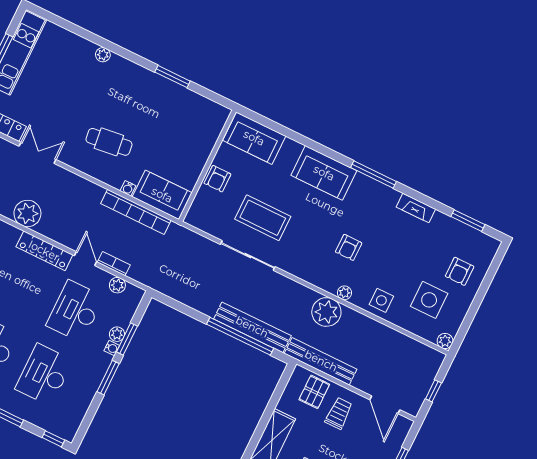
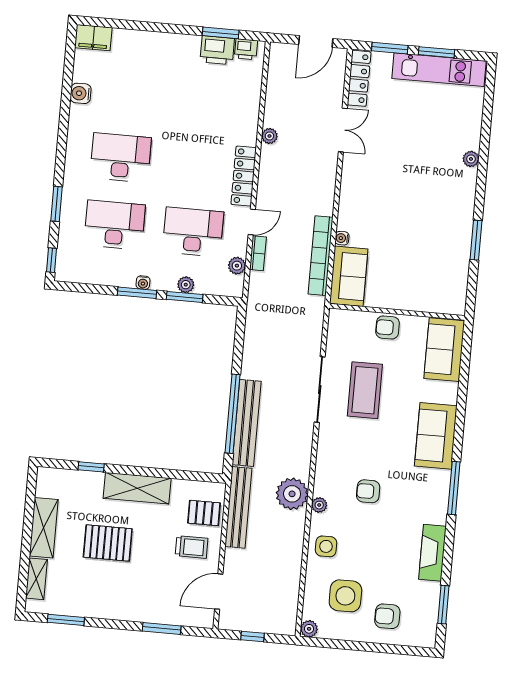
cafe table: (109, 142) -> (383, 200), removed
fireplace: (416, 208) -> (432, 553), width x1.37, depth x1.32
plant: (27, 213) -> (269, 136), width x0.53, depth x0.53
water cooler: (112, 348) -> (143, 283), moved

